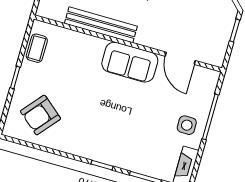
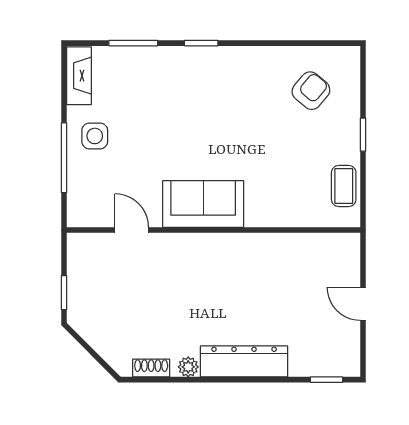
bench: (101, 25) -> (260, 246), removed
door: (180, 58) -> (132, 230), width x0.73
armchair: (40, 115) -> (311, 91), width x0.72, depth x0.72

